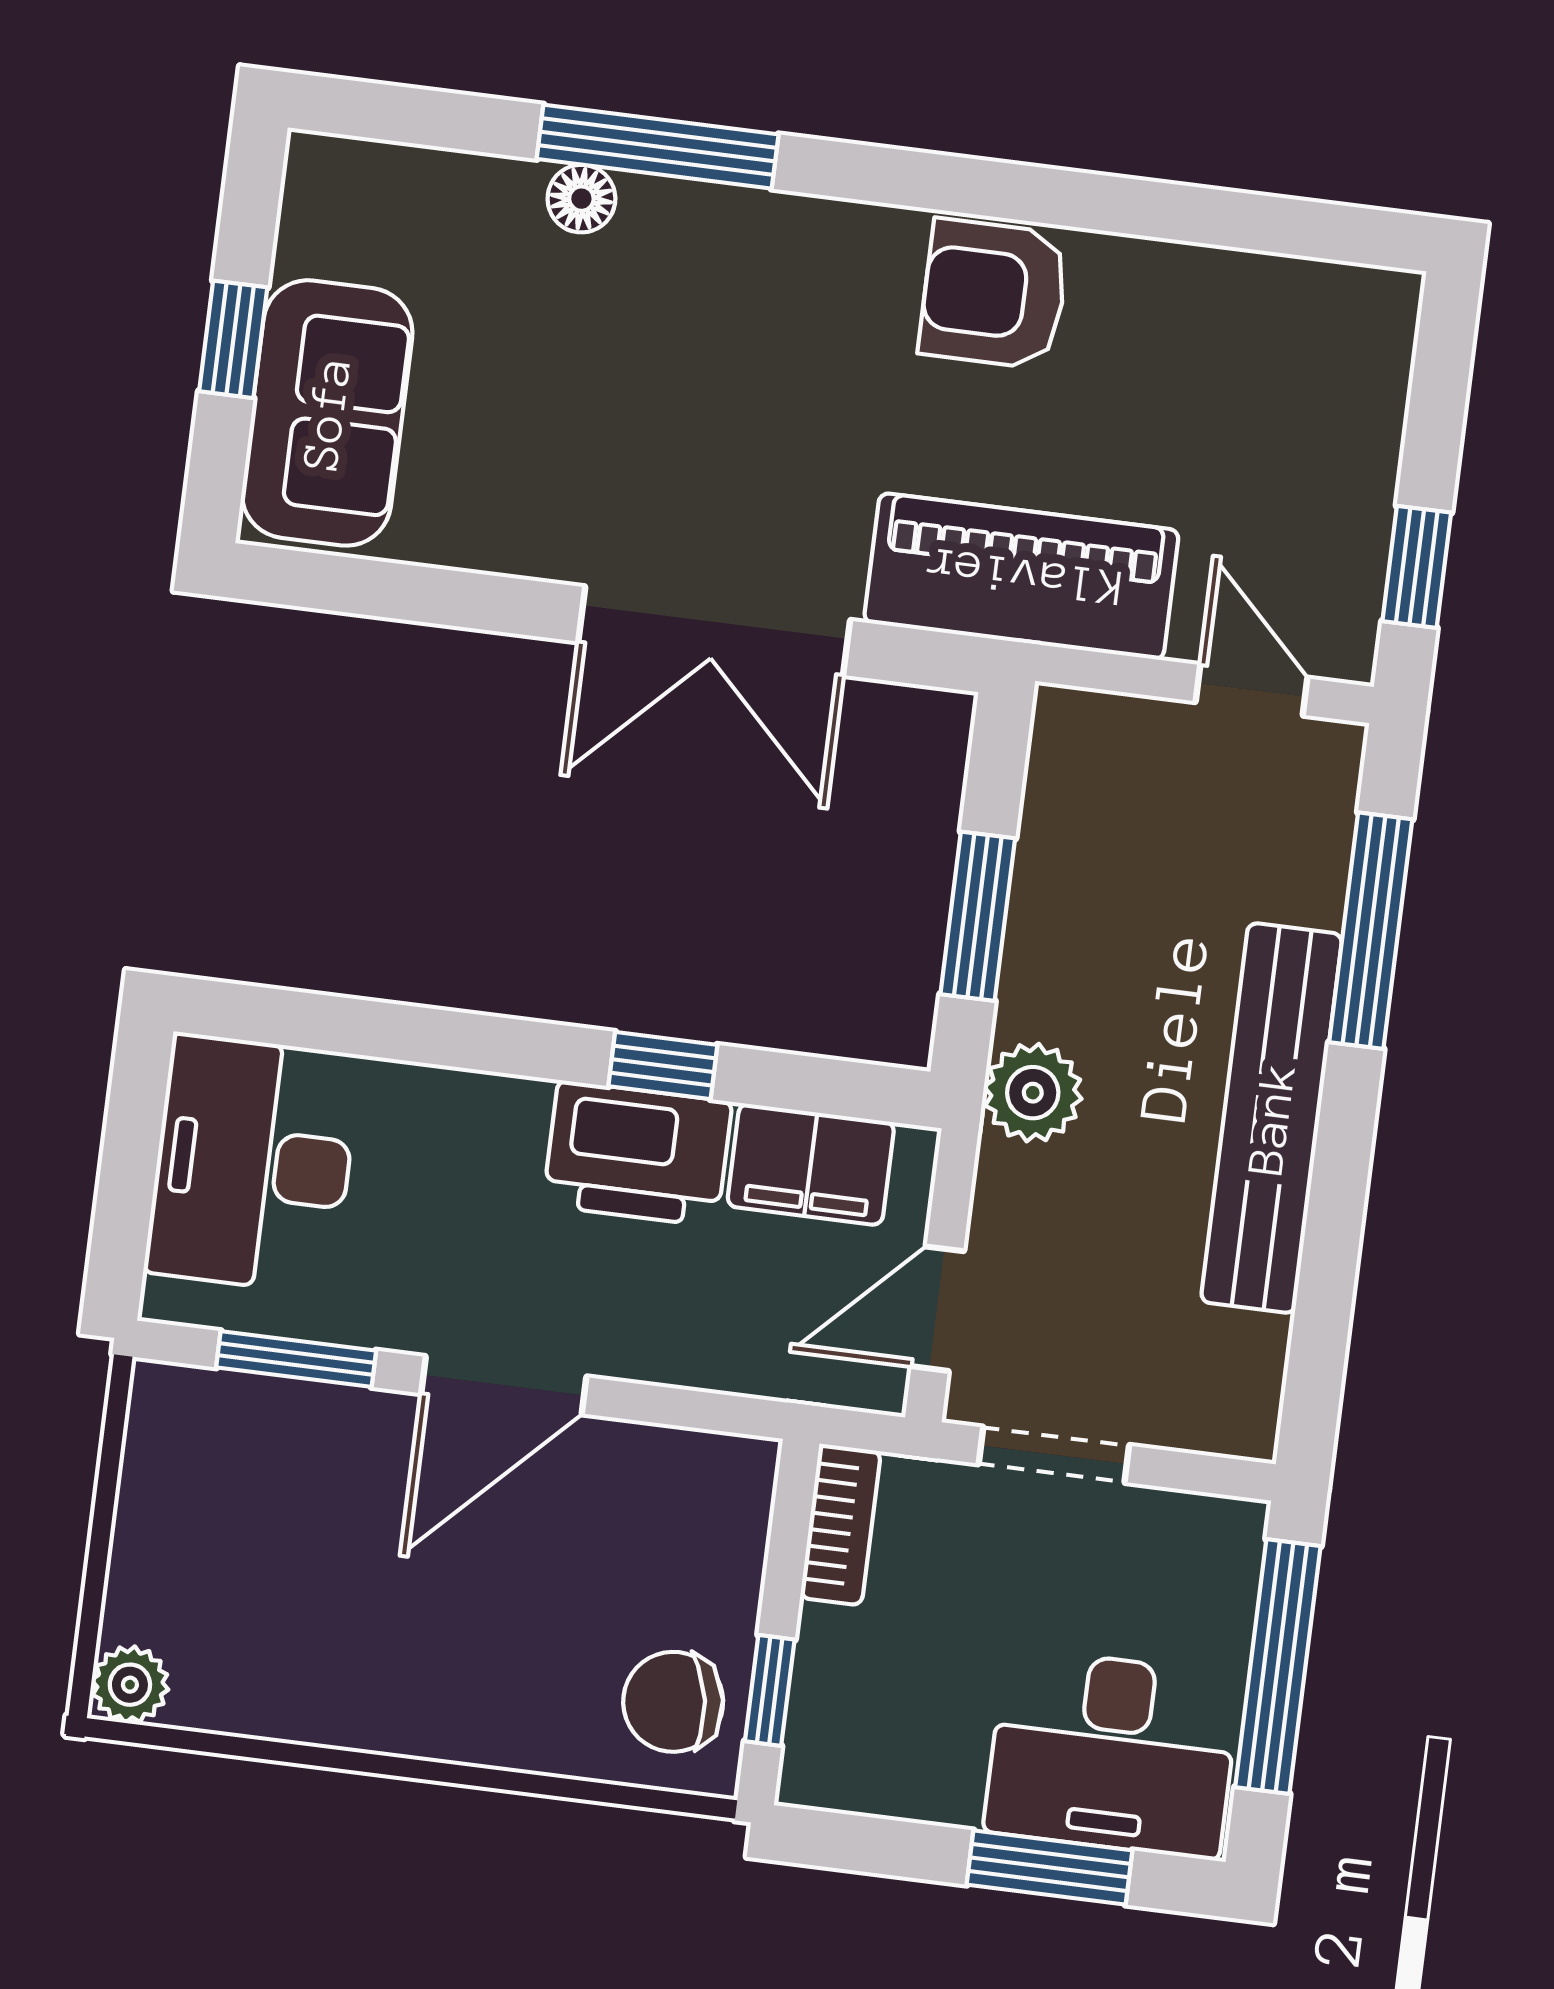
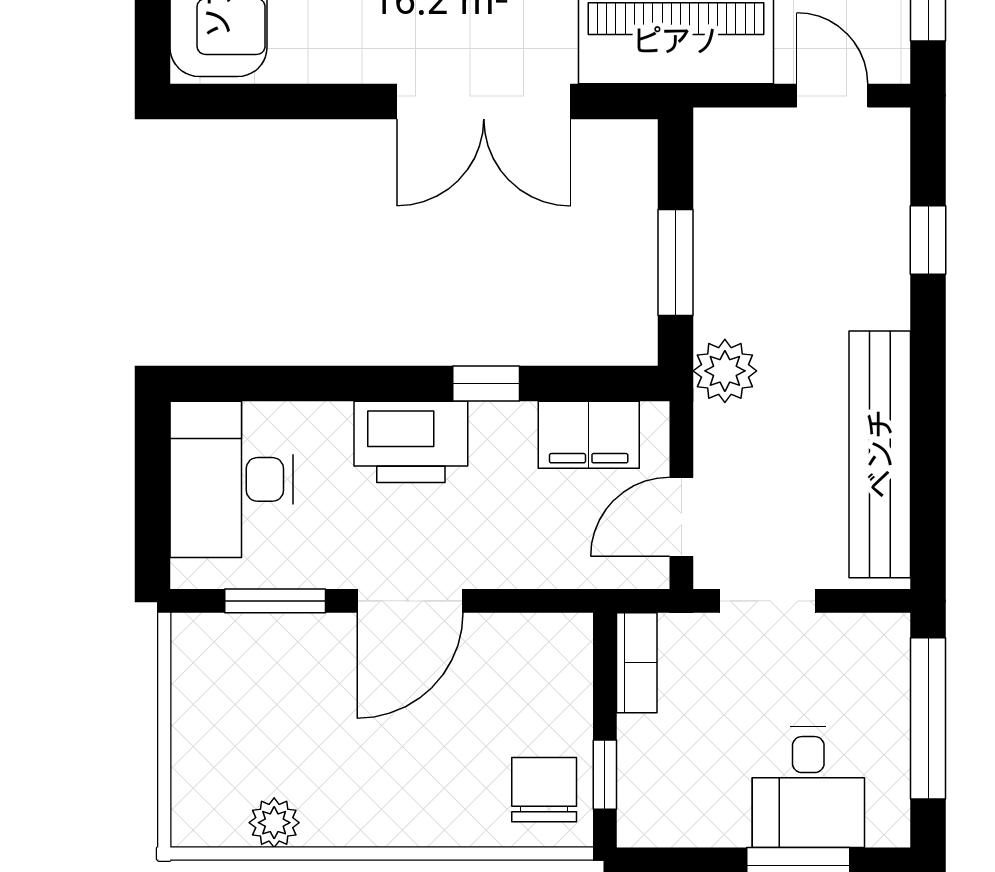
window: (1371, 931) -> (928, 240), width x0.46
bench: (1272, 1118) -> (880, 454), moved
printer: (637, 1154) -> (411, 442), moved
plant: (130, 1685) -> (274, 823), moved
chair: (673, 1702) -> (544, 790), turned 99
desk: (1112, 1753) -> (808, 787), width x0.73

